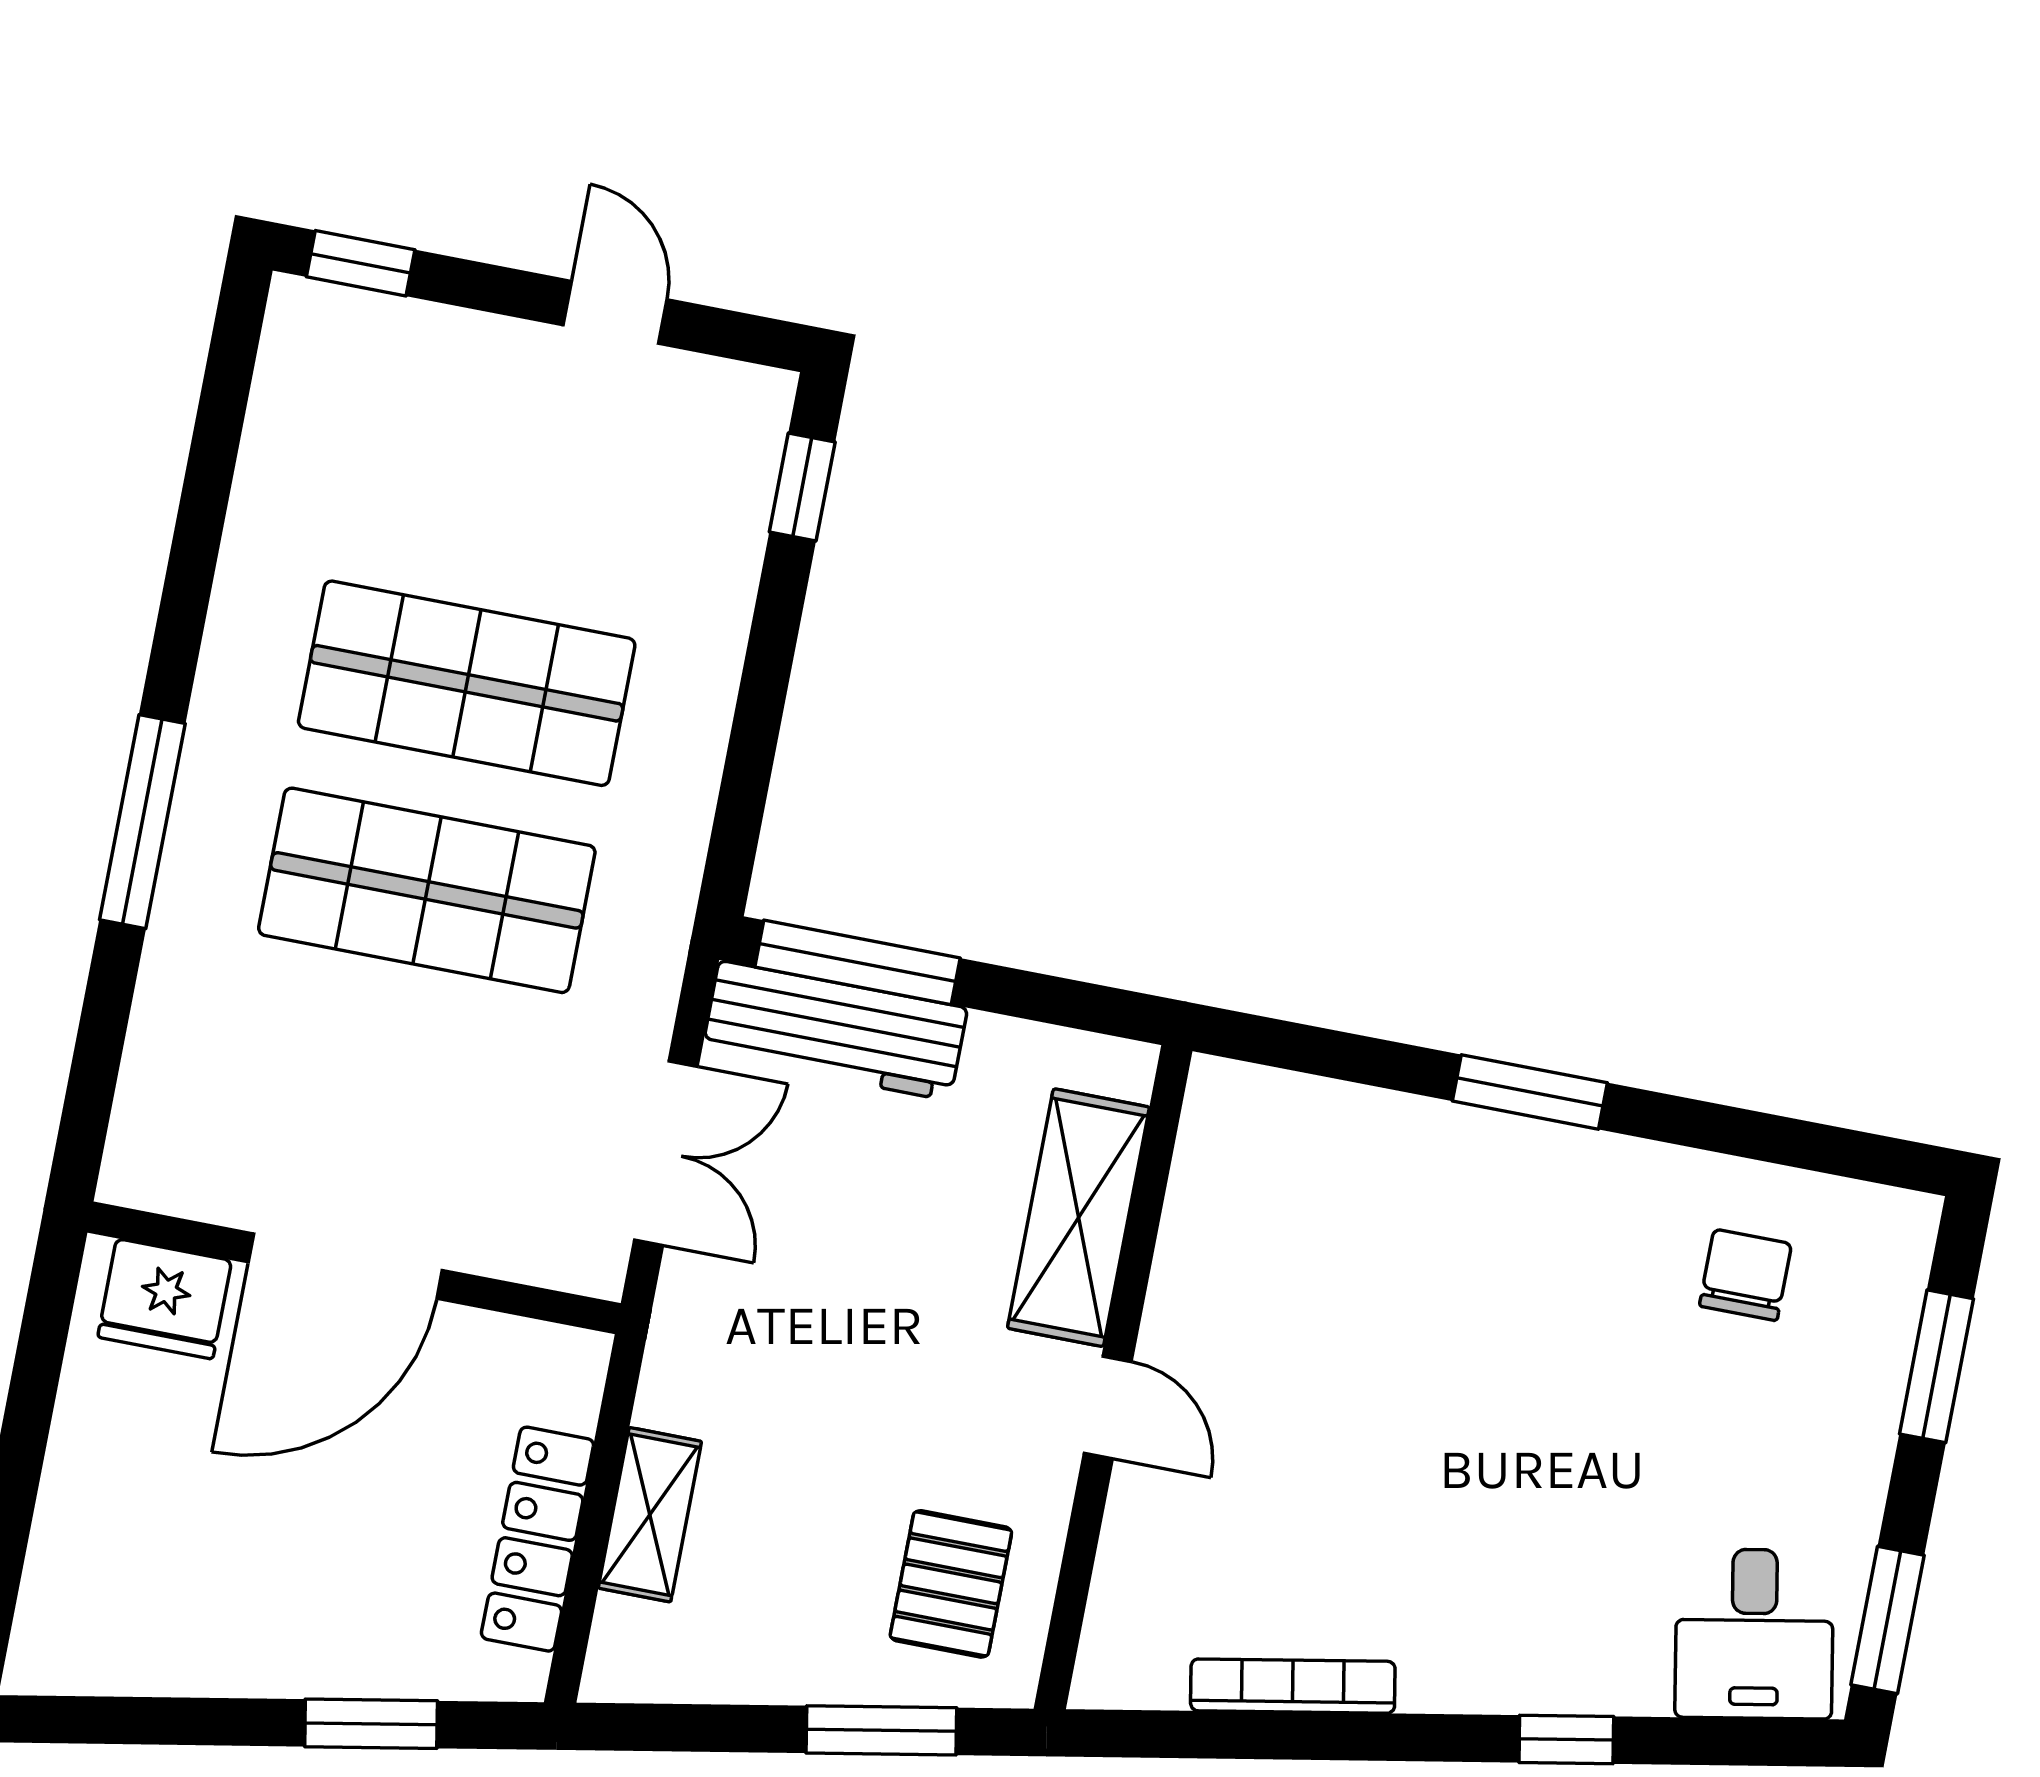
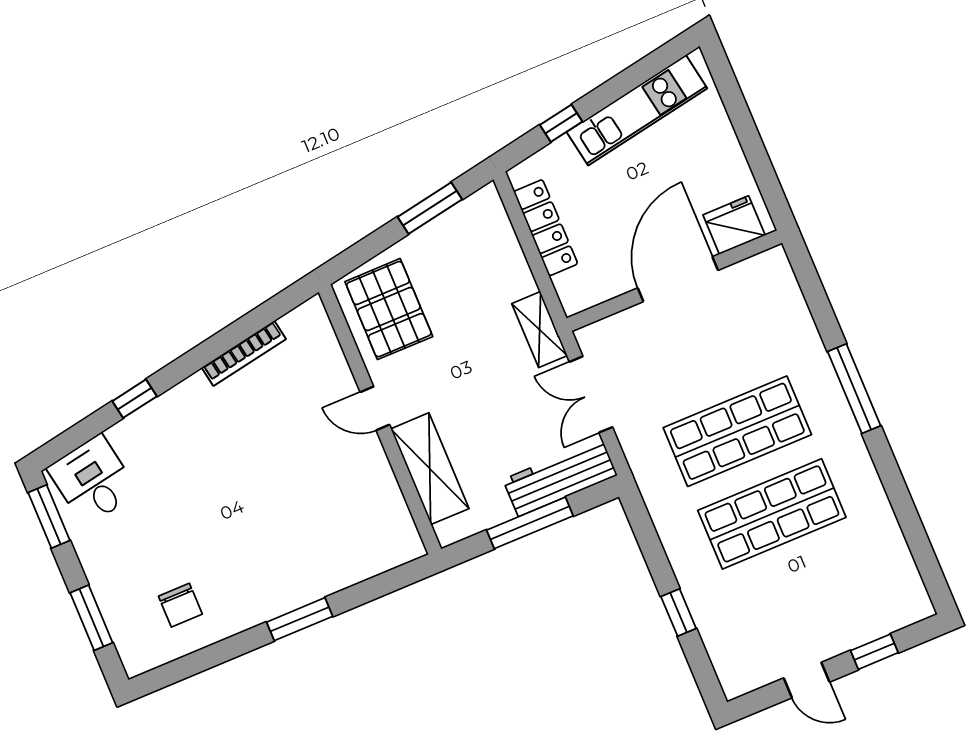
window: (361, 263) -> (874, 652), moved
window: (802, 487) -> (679, 612), moved
window: (857, 962) -> (530, 523), moved
shelving: (650, 1515) -> (540, 330), moved
pallet: (951, 1584) -> (389, 309), width x1.50, depth x1.42
kitchen unit: (205, 1651) -> (637, 110), added
window: (371, 1724) -> (561, 123), width x0.67
window: (881, 1730) -> (430, 208), moved

